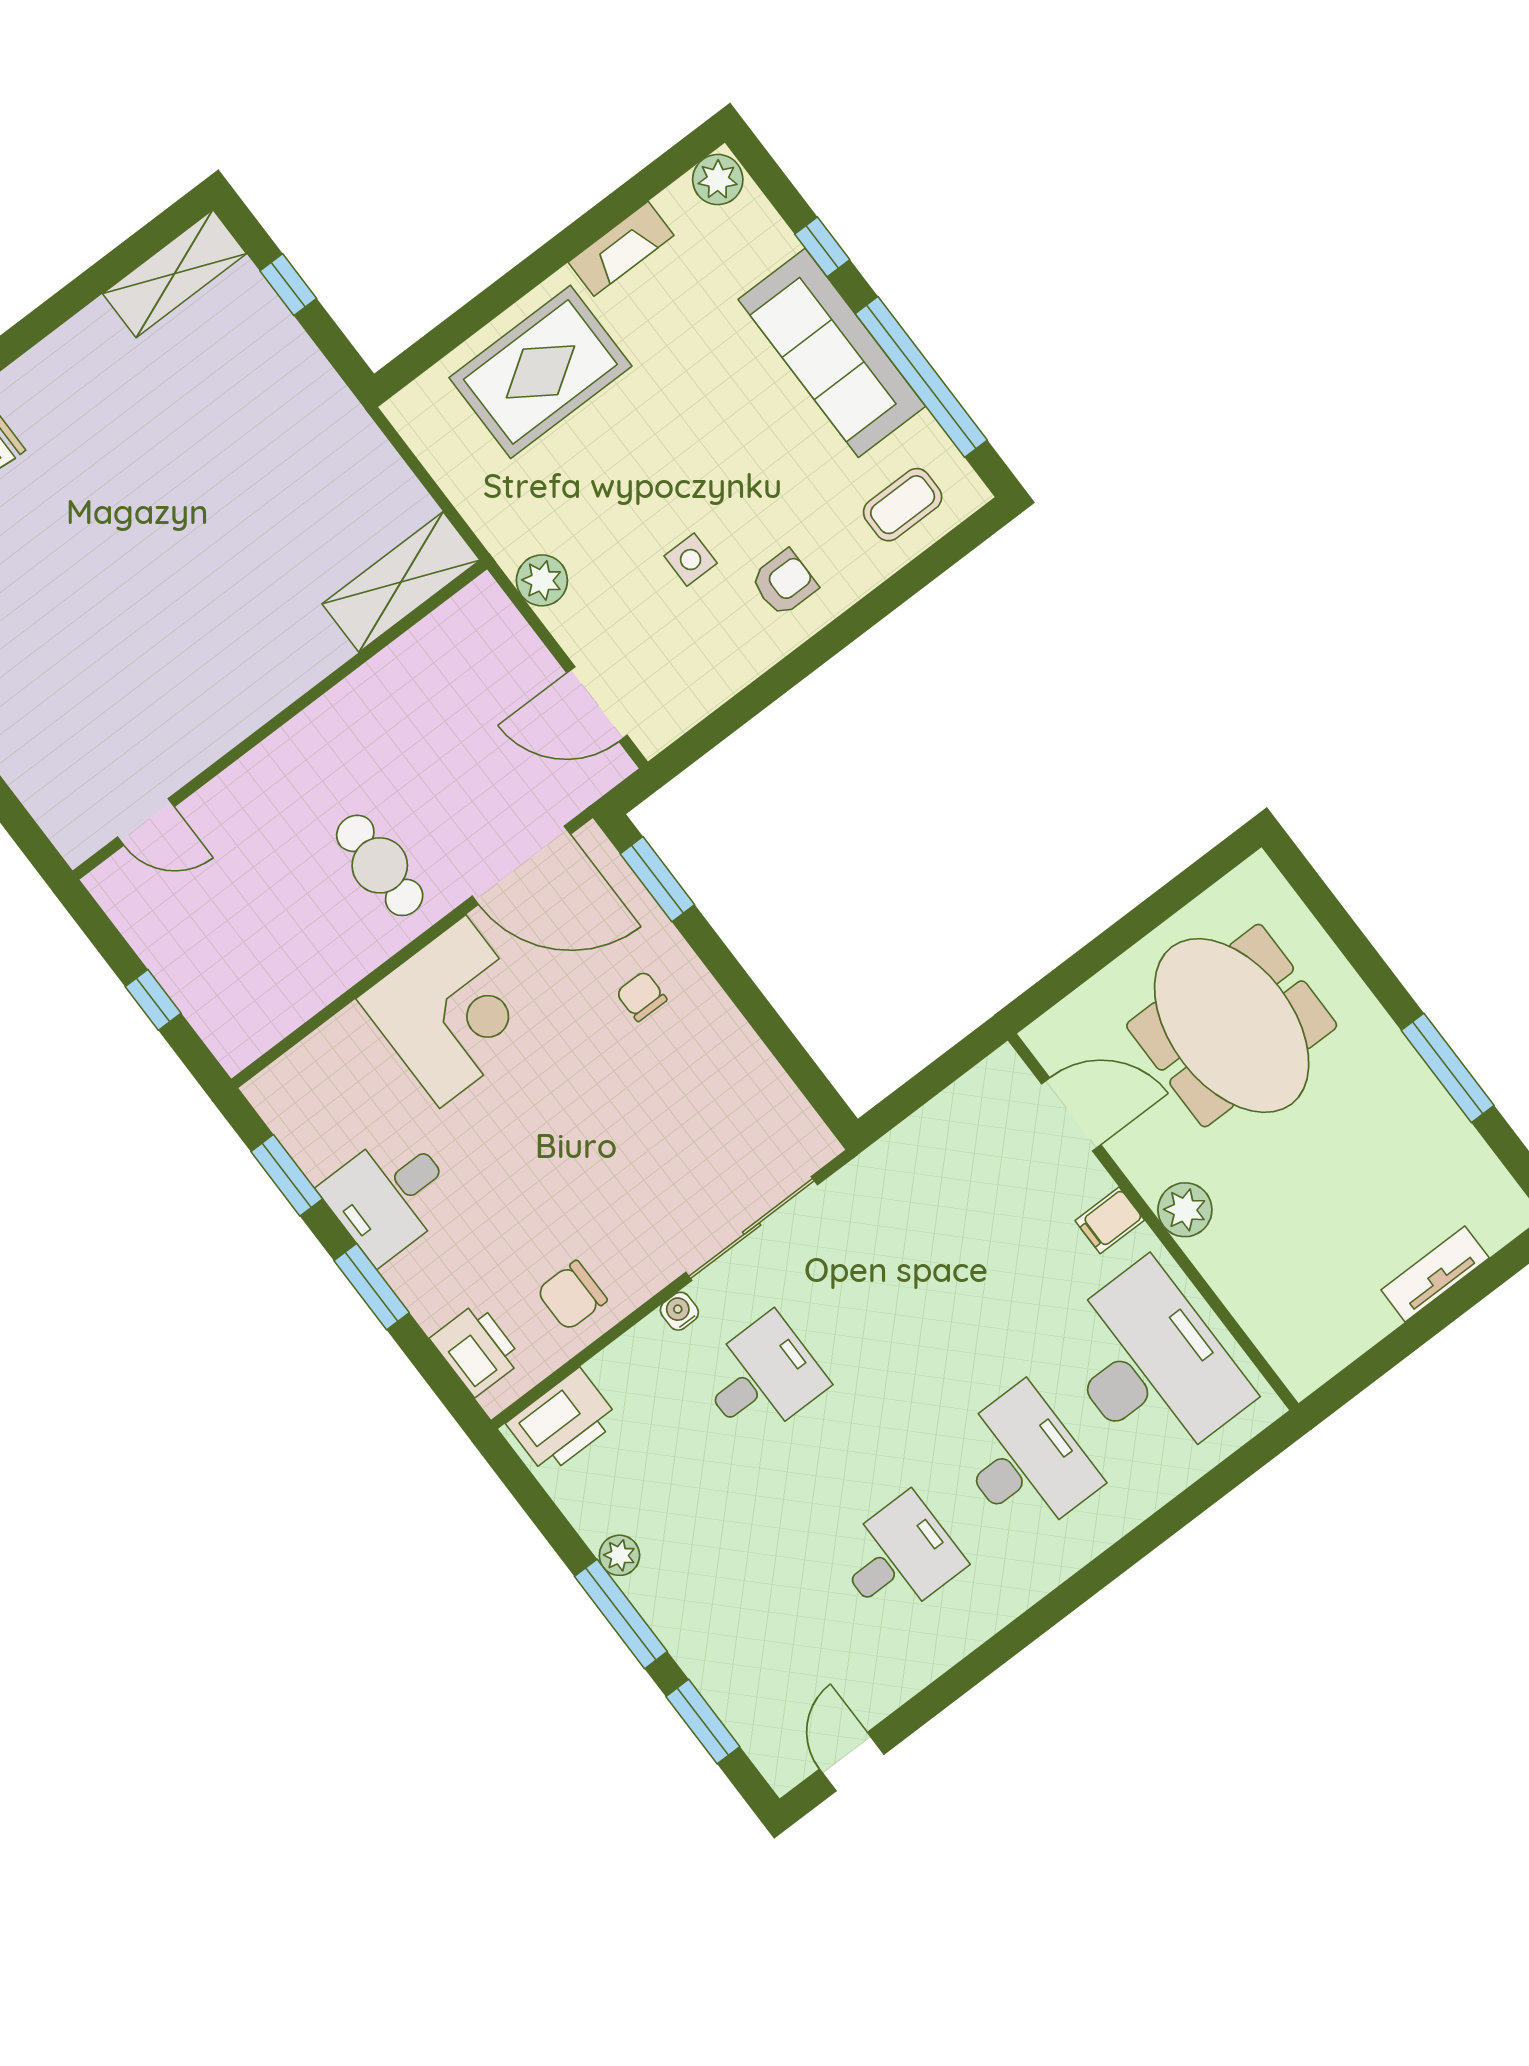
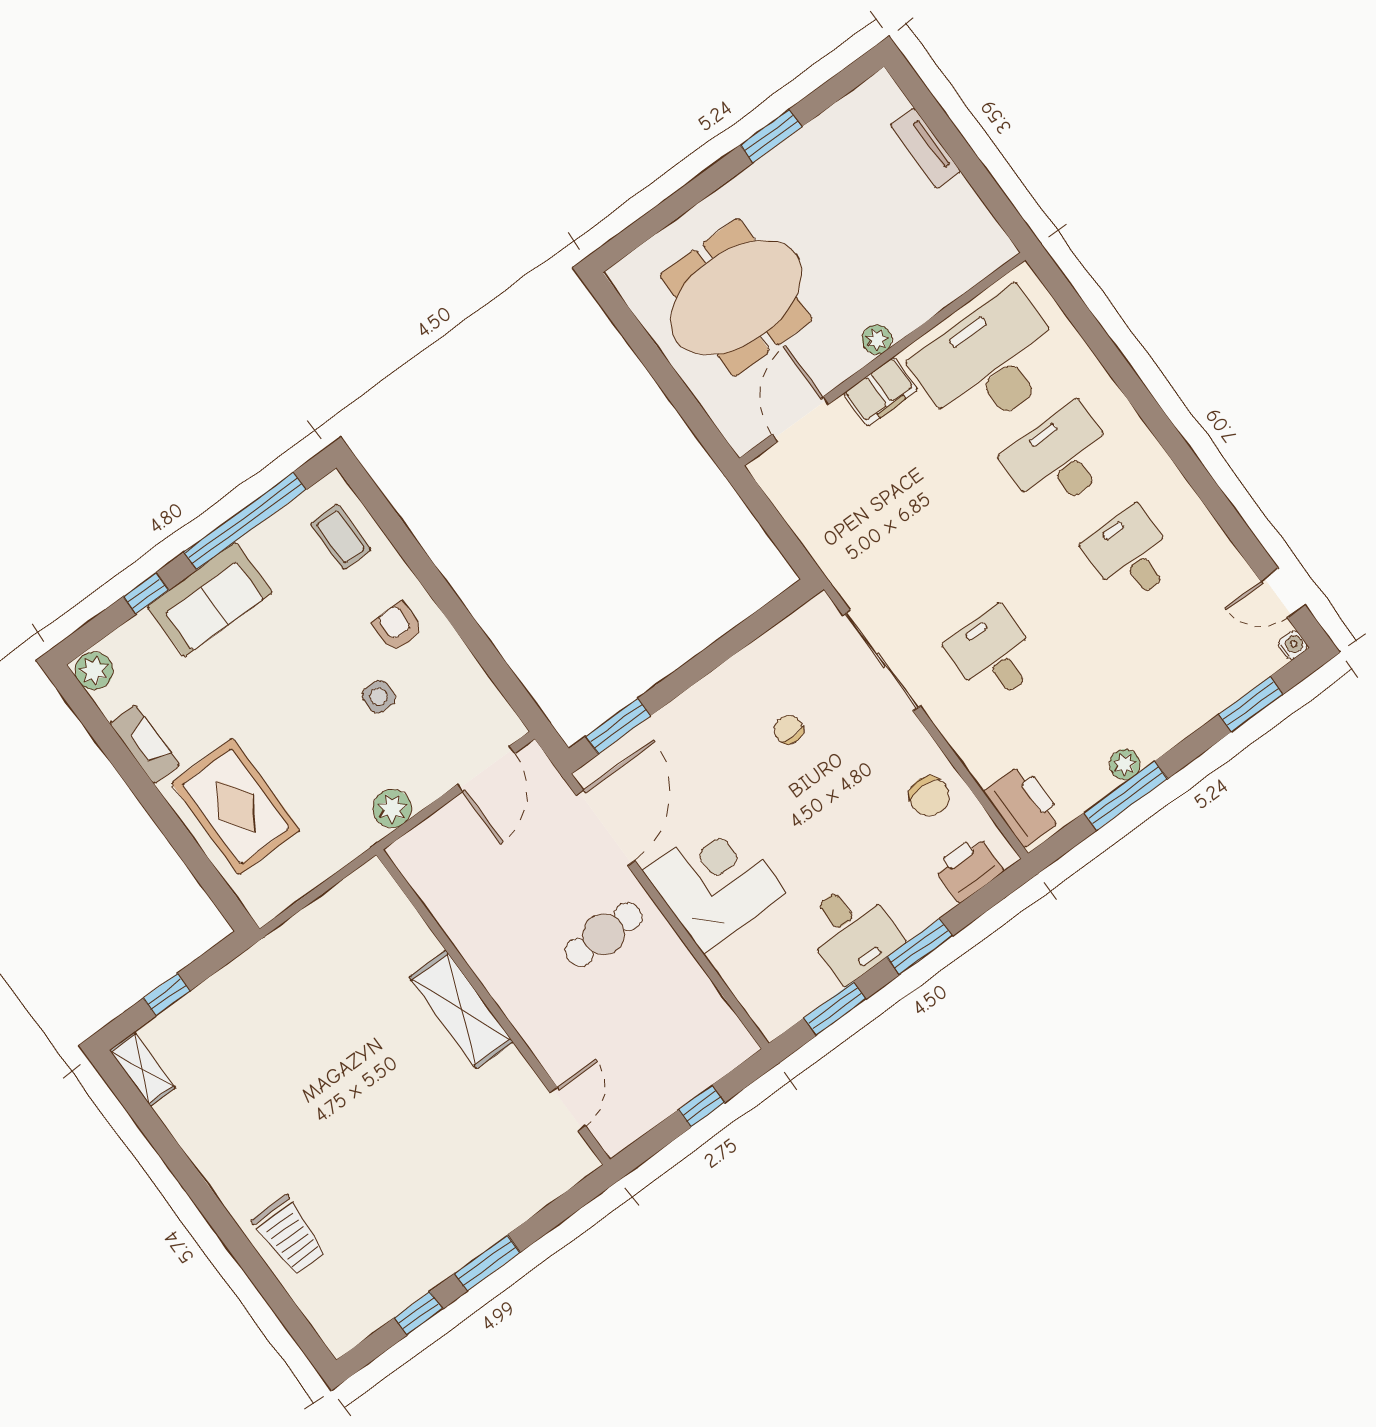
shelving: (174, 274) -> (142, 1069), width x0.67, depth x0.75
sofa: (832, 353) -> (210, 599), width x0.73
shelving: (401, 582) -> (461, 1010), moved
chair: (641, 996) -> (789, 730), moved, turned 90
window: (1448, 1068) -> (771, 136), width x0.69
plant: (1185, 1210) -> (877, 340), width x0.73, depth x0.73
filing cabinet: (1110, 1220) -> (881, 392), width x2.00
water cooler: (679, 1311) -> (1293, 645), moved, turned 180
window: (621, 1614) -> (1126, 796), moved

